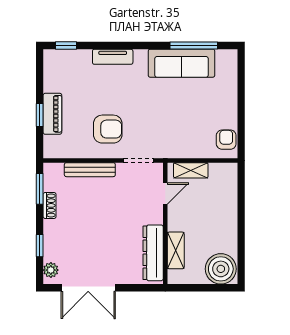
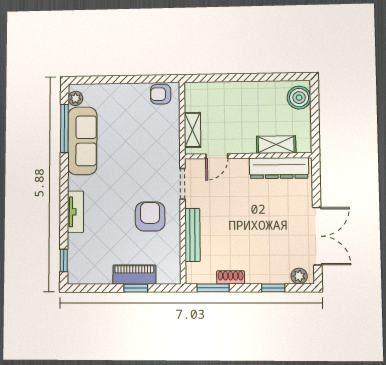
plant: (223, 56) -> (75, 98), added
door: (165, 193) -> (217, 156), swing flipped
boiler: (221, 269) -> (299, 98), width x0.73, depth x0.73

